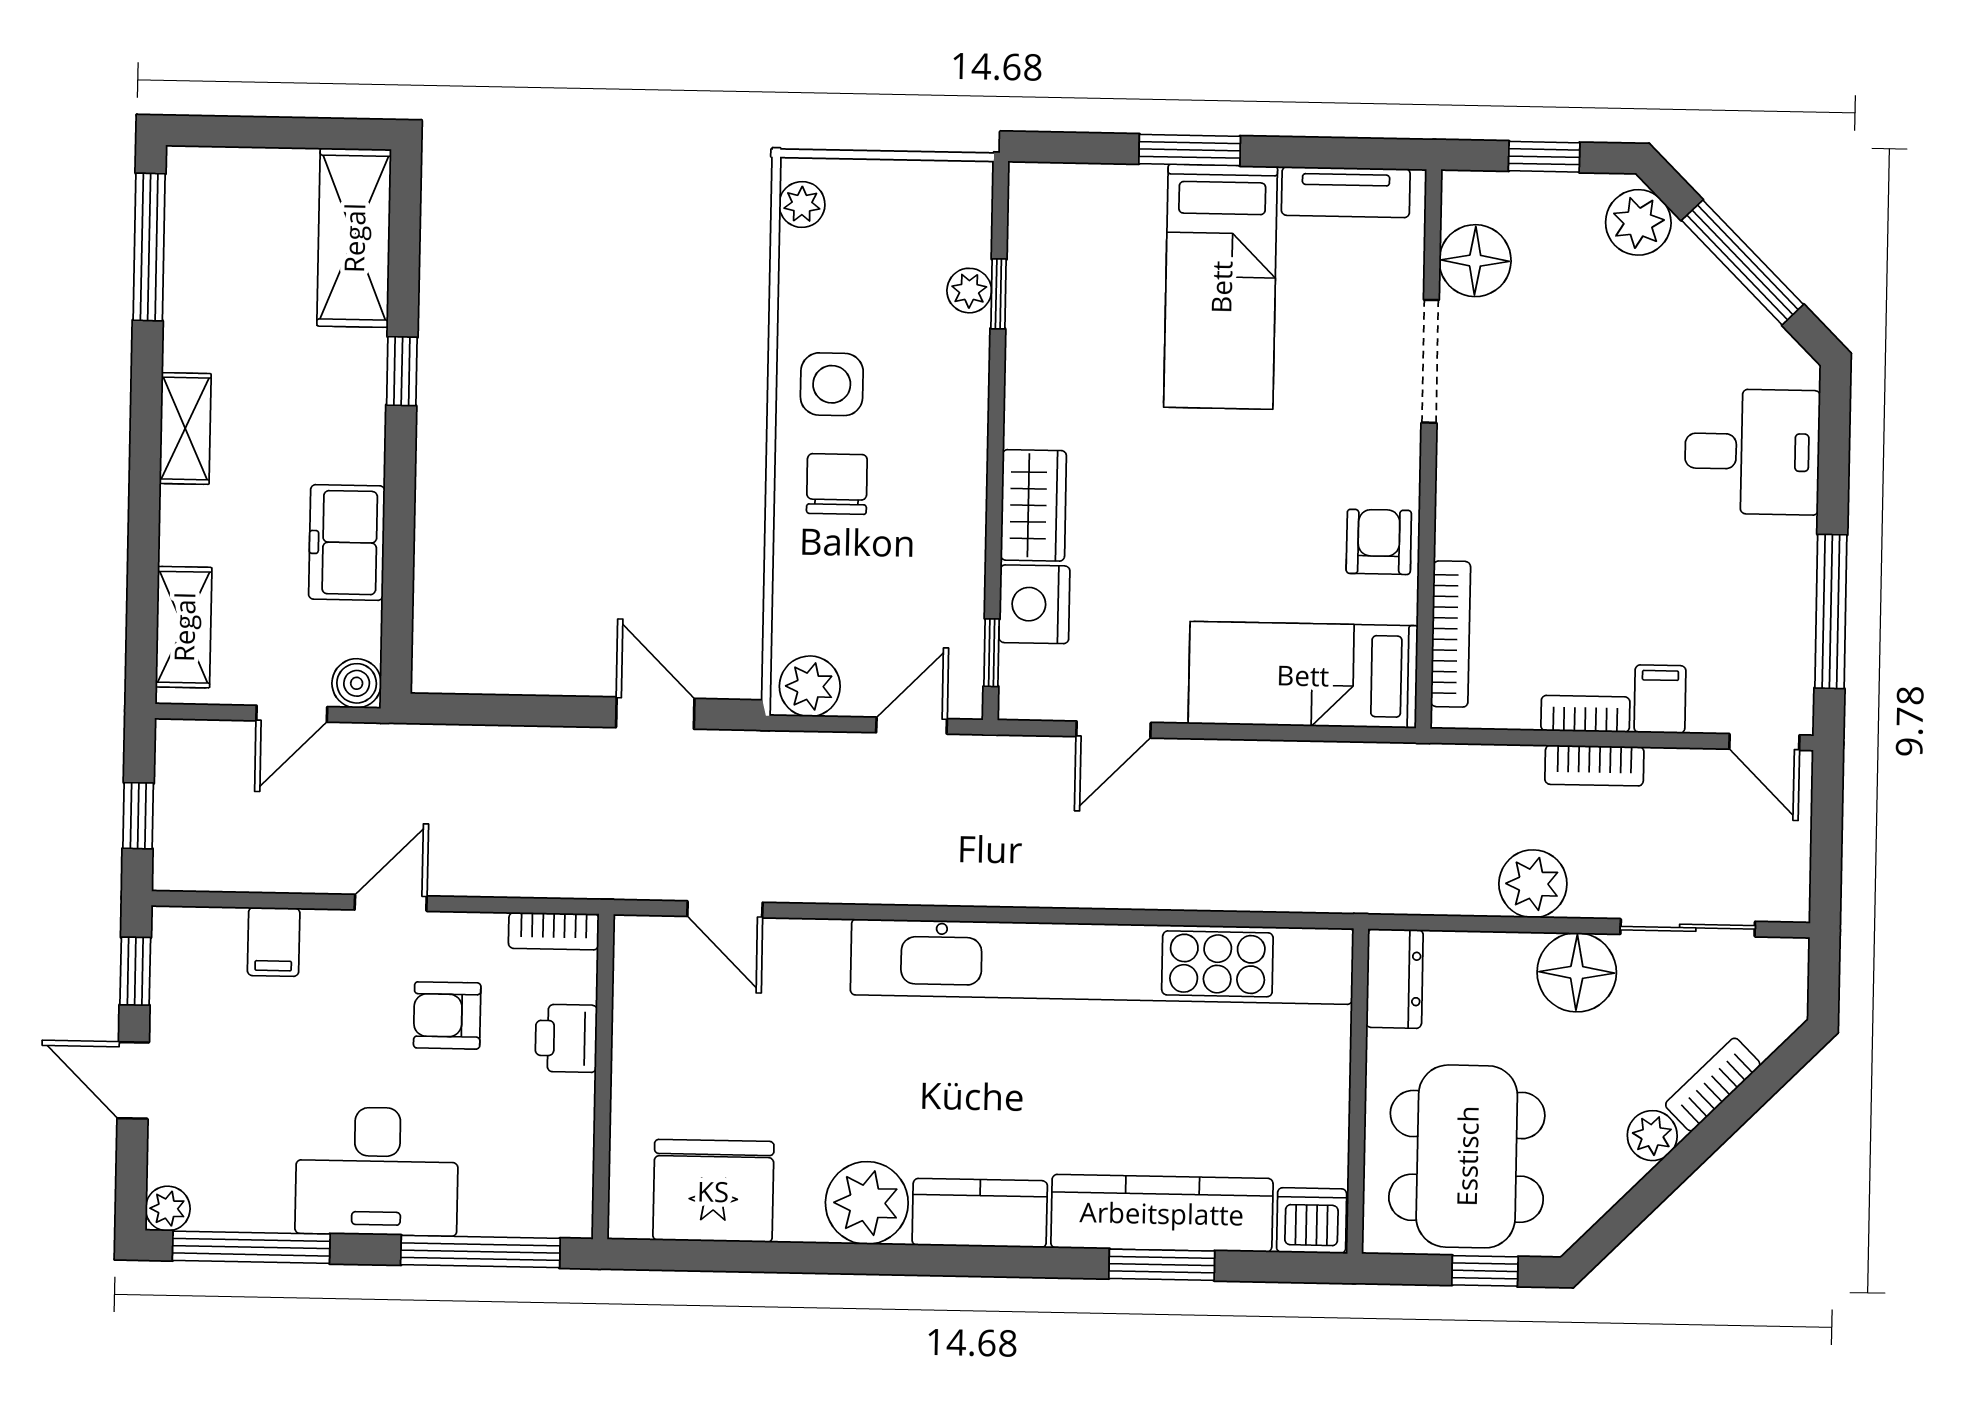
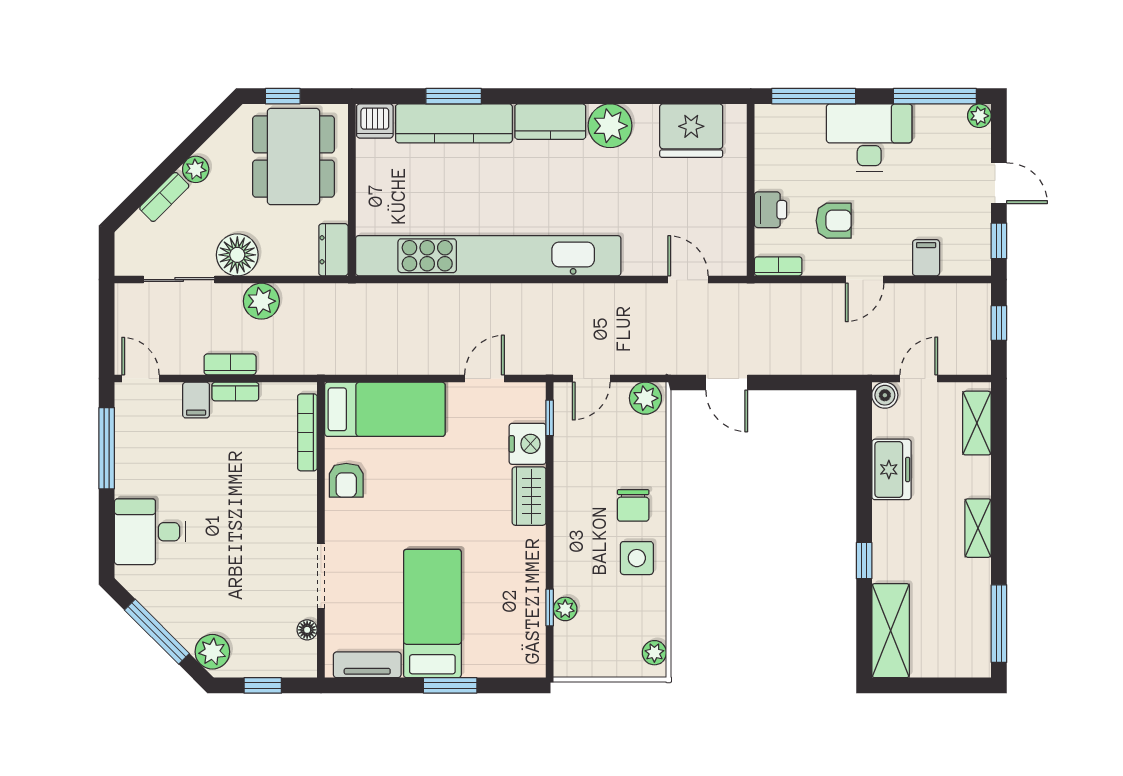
floor lamp: (1475, 261) -> (307, 630), width x0.53, depth x0.53

